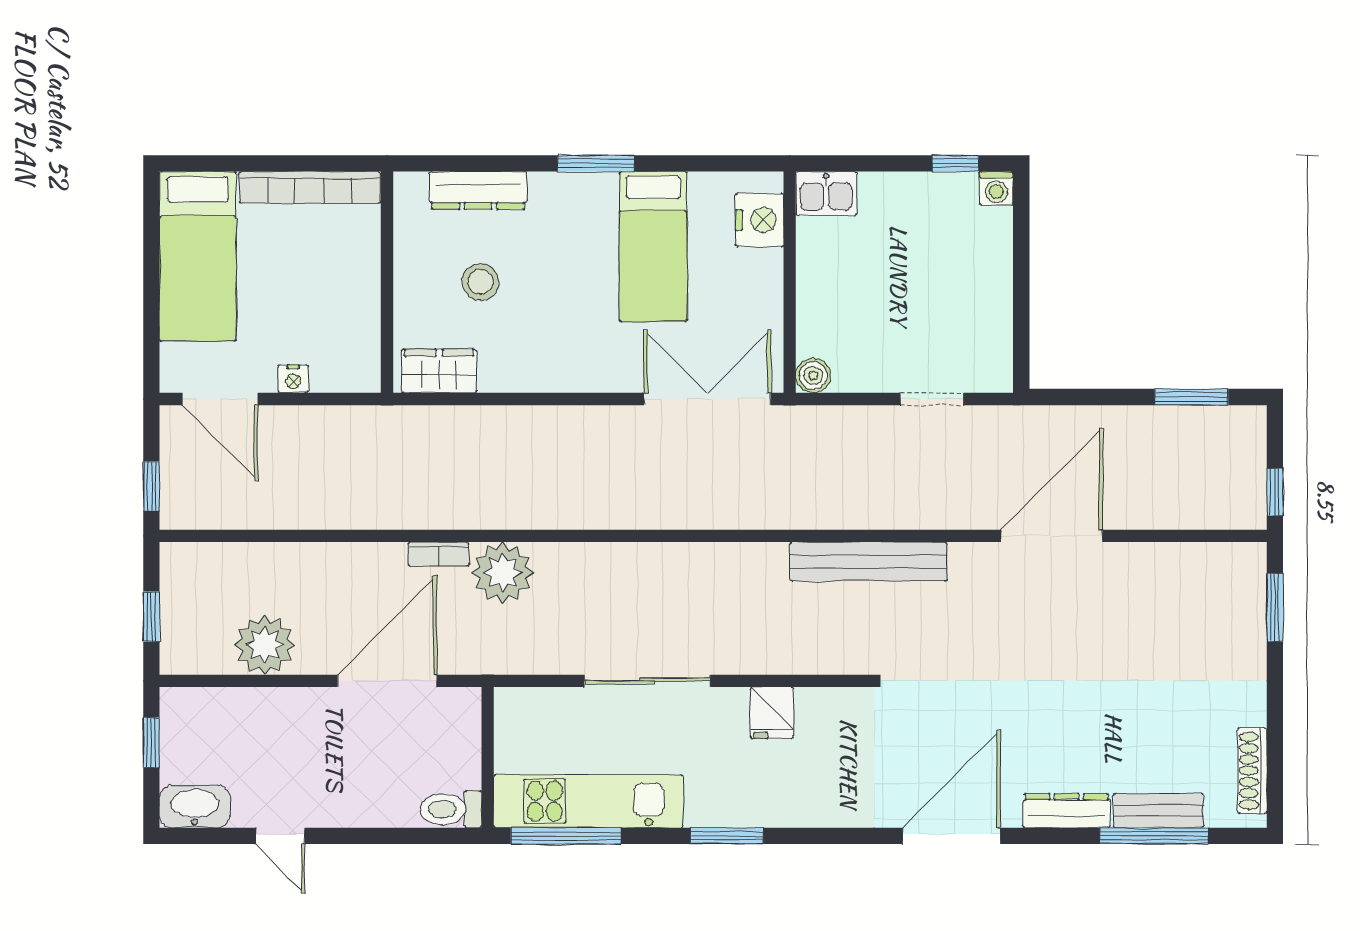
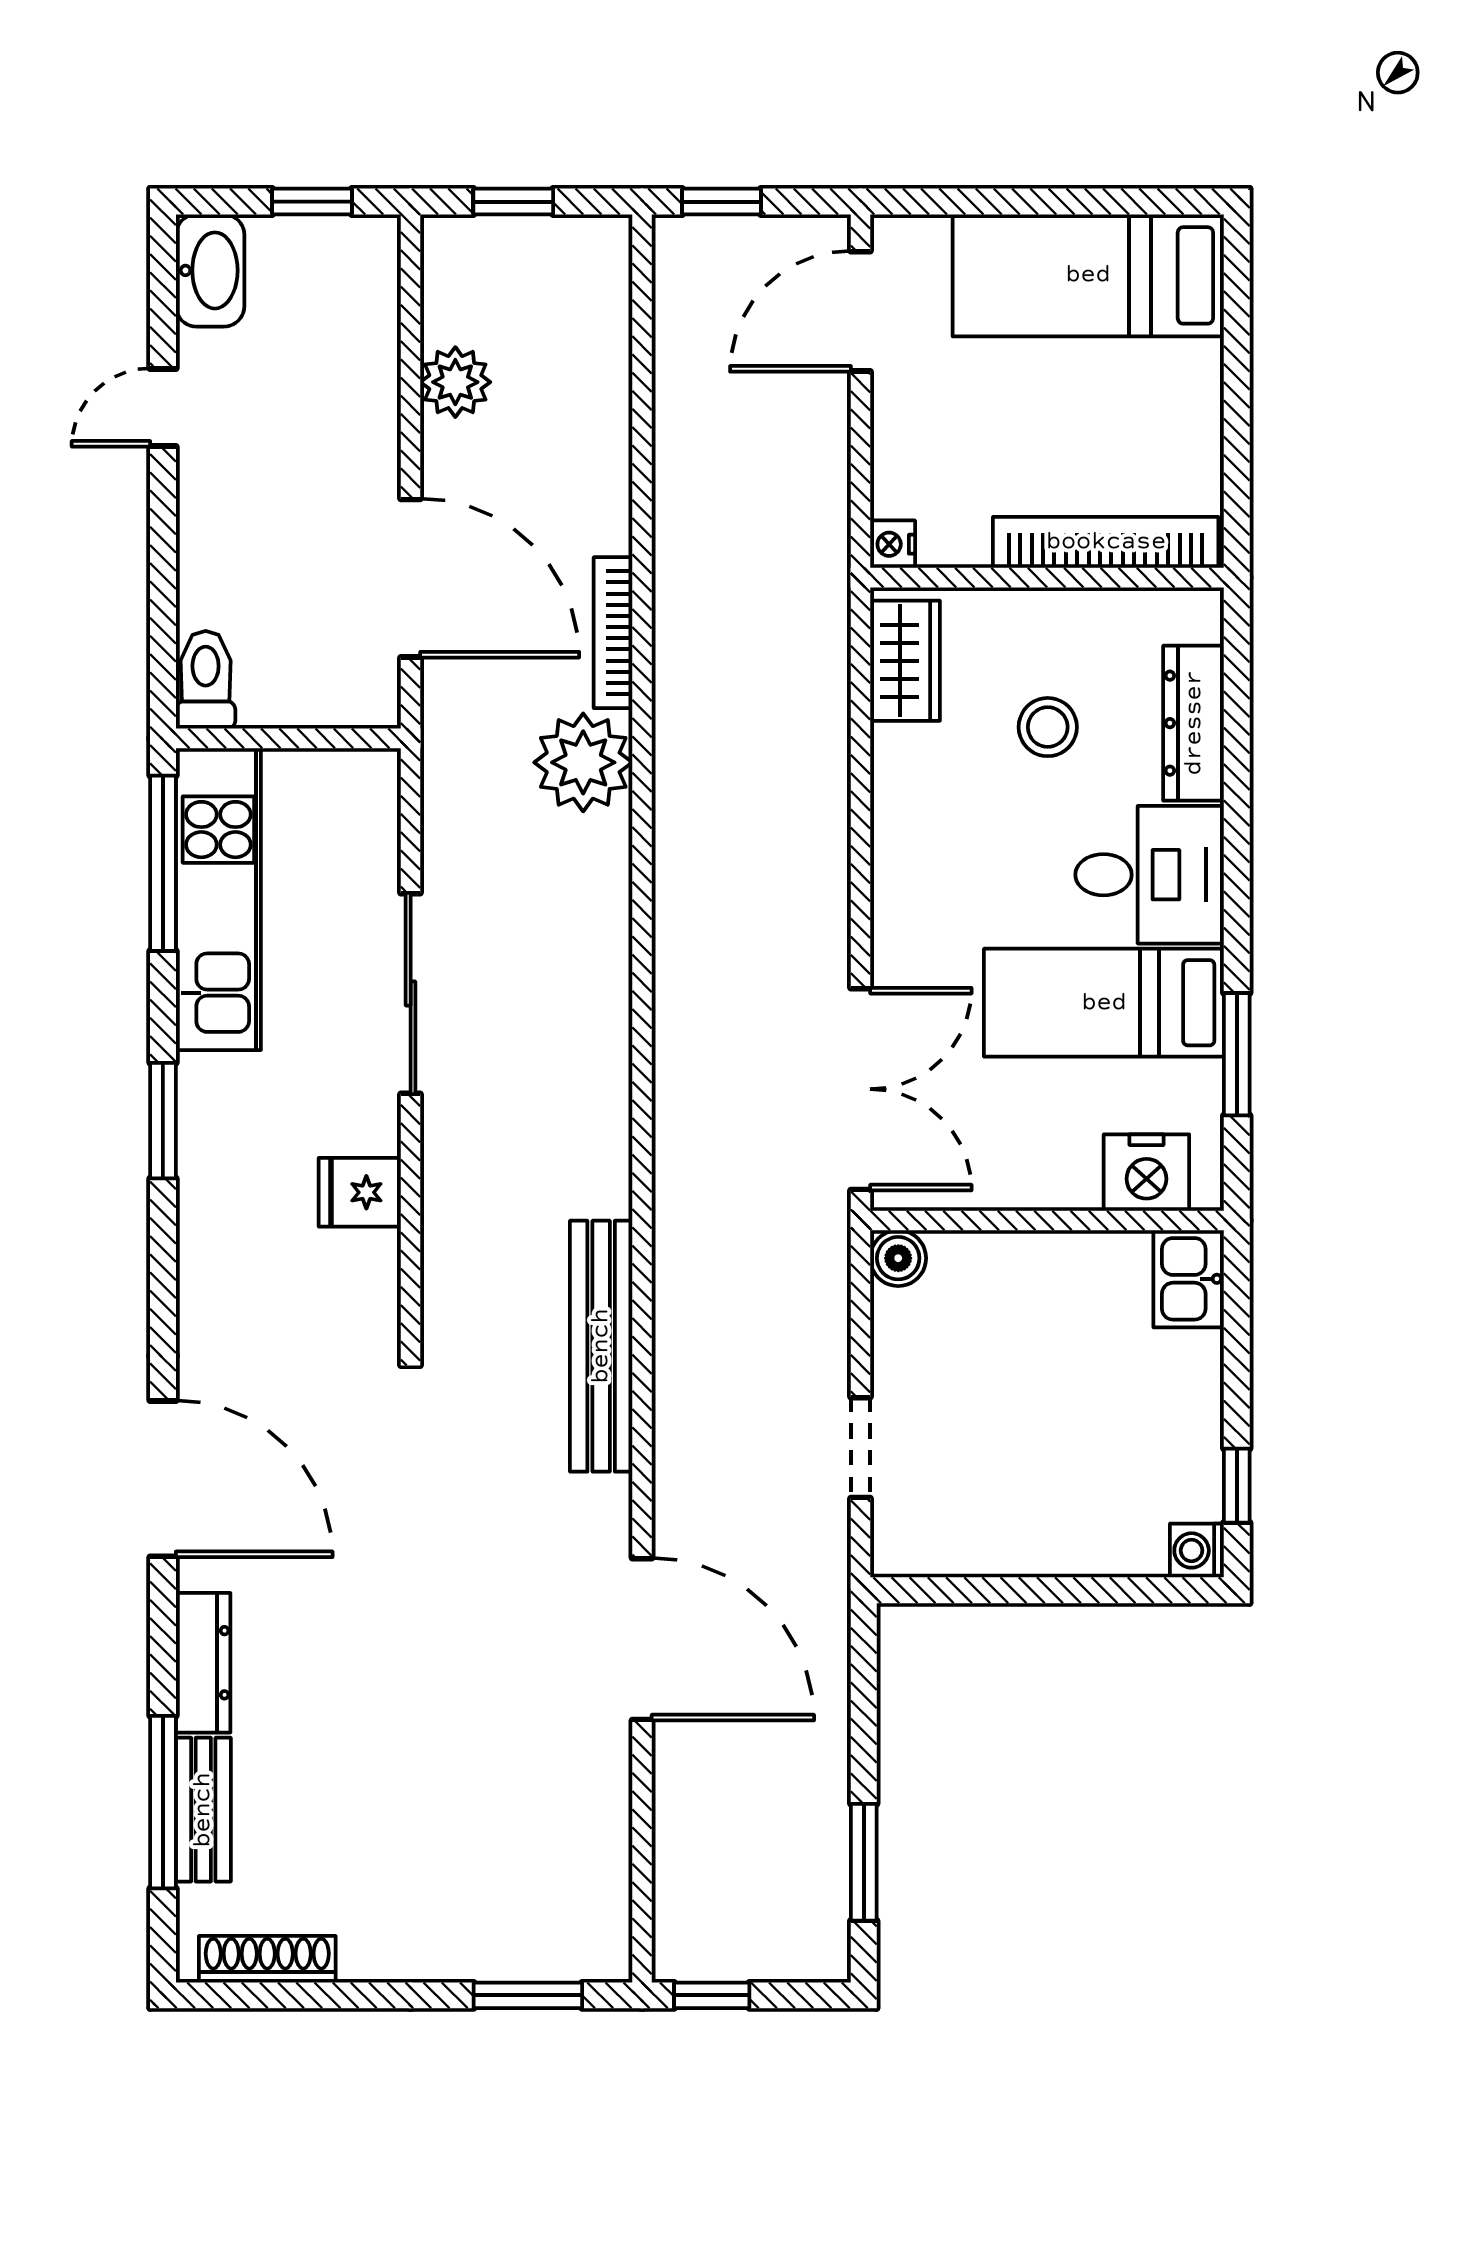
window: (596, 163) -> (1237, 1054), moved
bookcase: (310, 188) -> (1106, 542), moved, turned 90
desk: (573, 218) -> (1150, 875), added
nightstand: (293, 379) -> (893, 544), moved
bookcase: (438, 554) -> (613, 633), width x1.56
plant: (264, 645) -> (455, 382), width x0.73, depth x0.73

